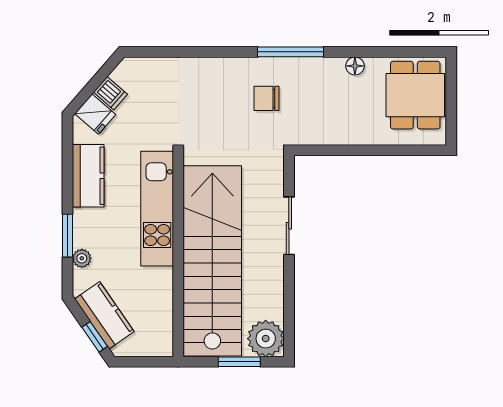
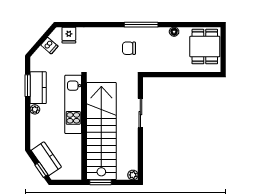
fridge: (95, 114) -> (69, 35), moved, turned 49
window: (68, 236) -> (28, 86), moved
plant: (82, 258) -> (35, 109), moved
plant: (266, 339) -> (133, 175), width x0.53, depth x0.53
window: (239, 362) -> (100, 182), moved

